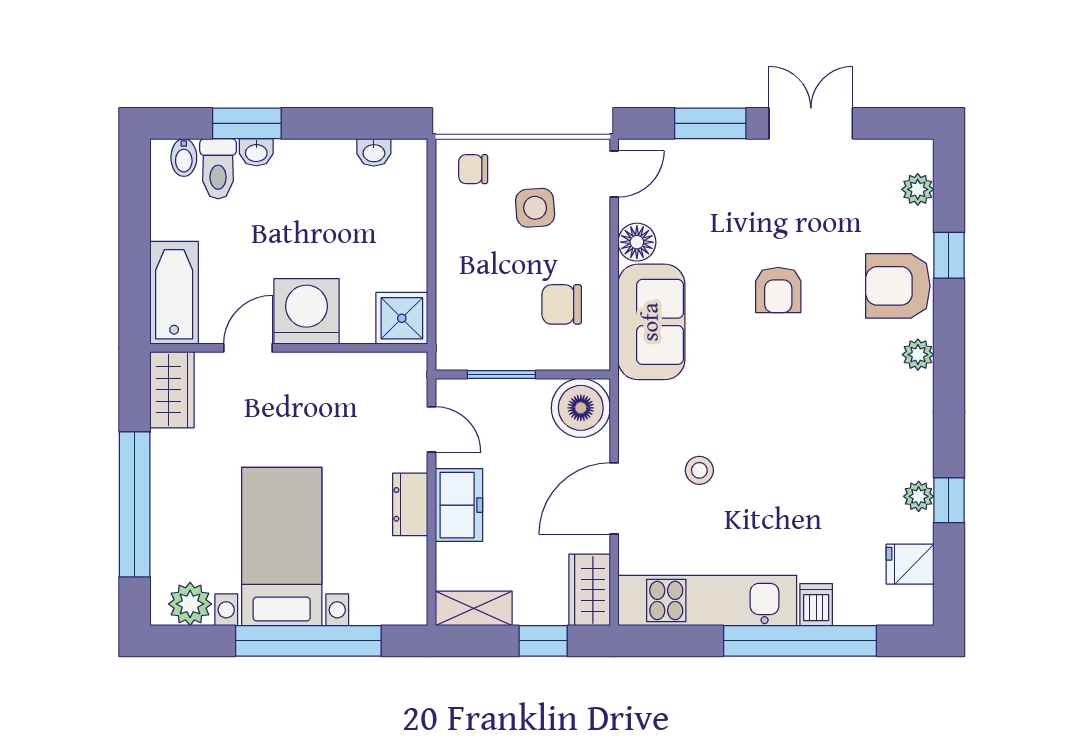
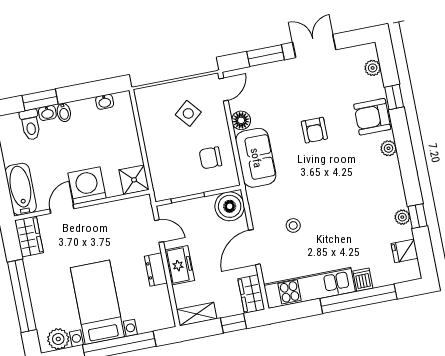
bidet: (184, 158) -> (64, 112), moved
chair: (473, 169) -> (154, 101), removed
side table: (535, 208) -> (188, 113), turned -36

